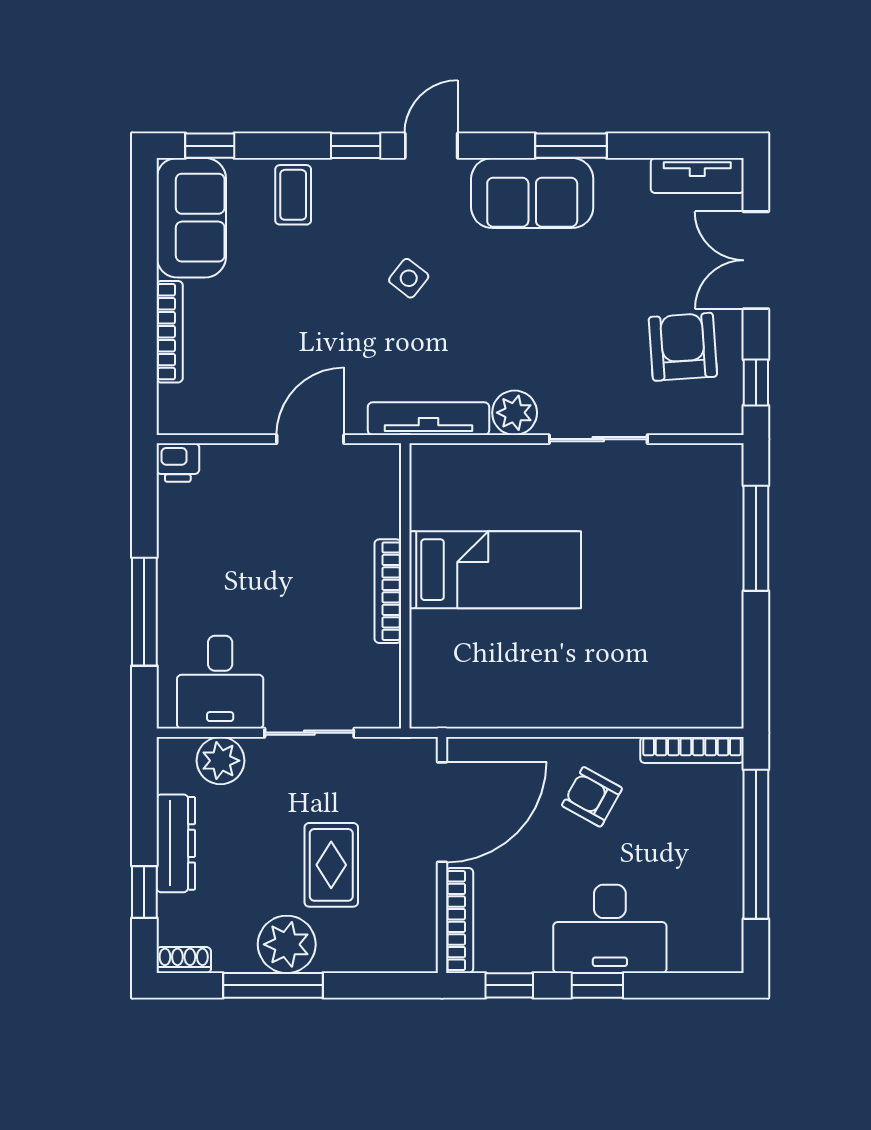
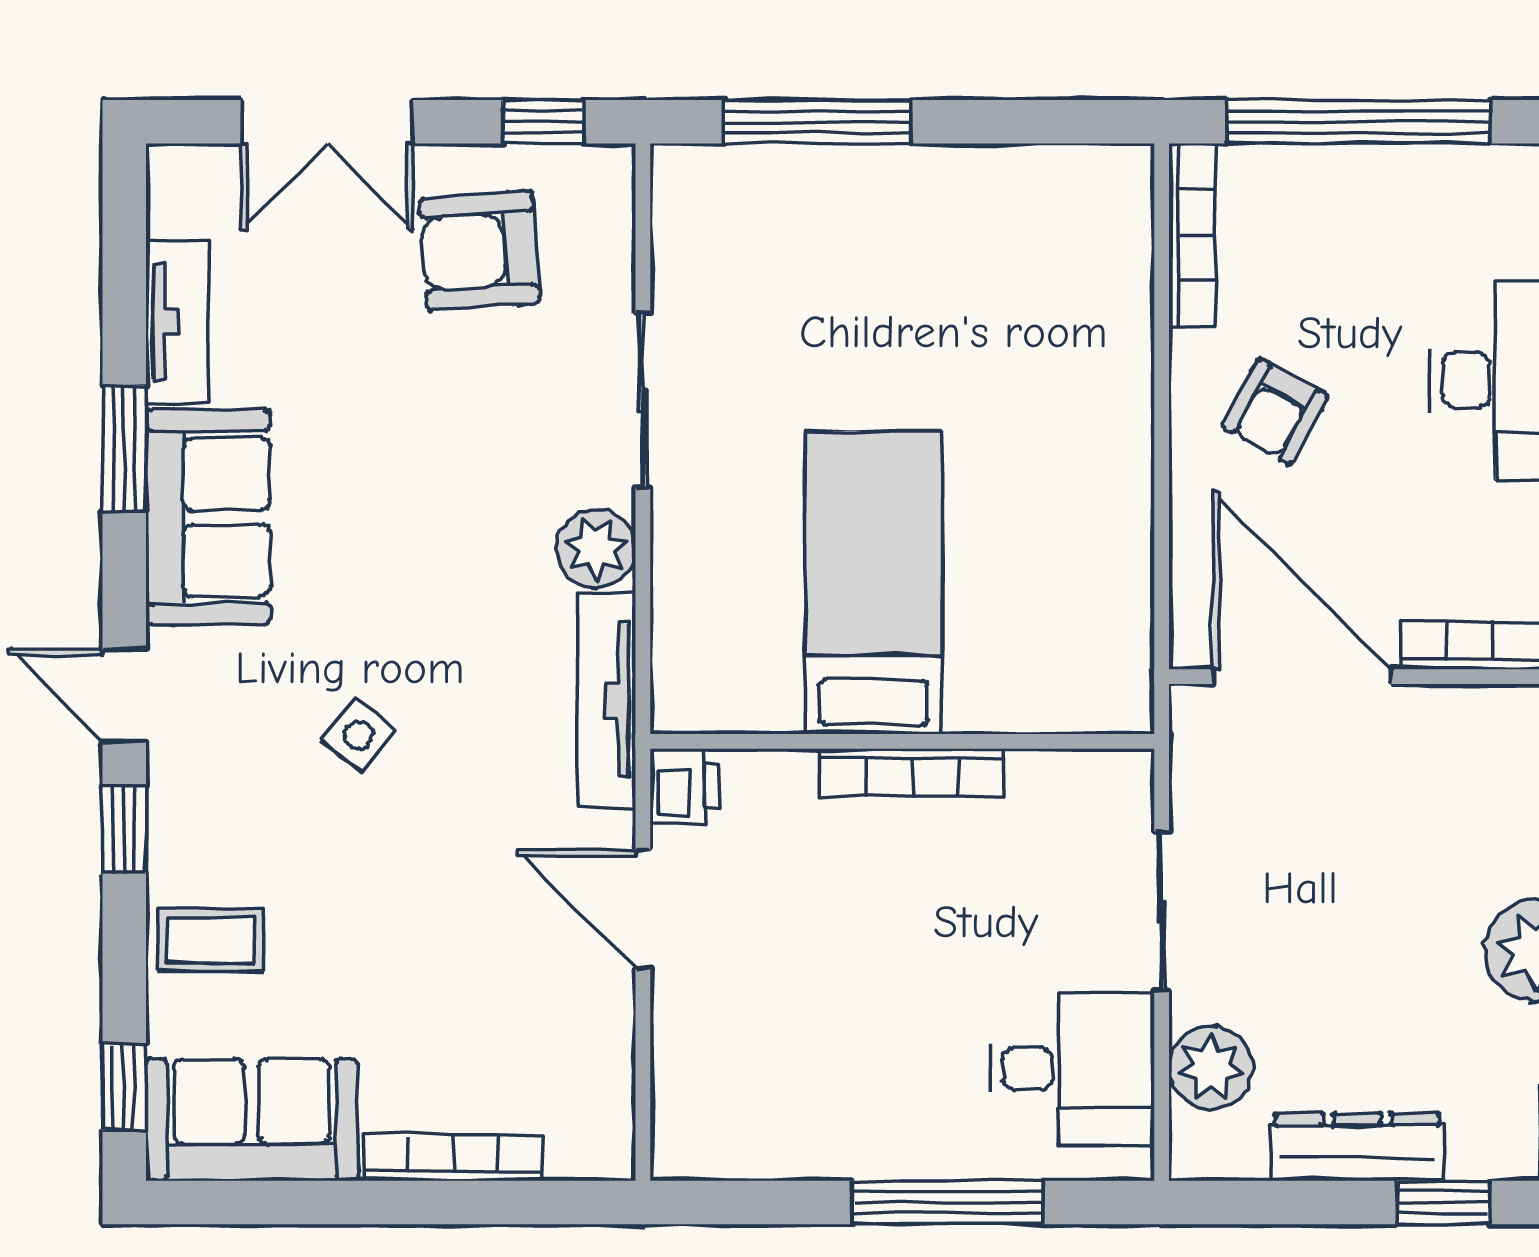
tv unit: (697, 176) -> (177, 322), moved
printer: (178, 463) -> (684, 786), moved
rug: (331, 865) -> (1395, 872), removed

